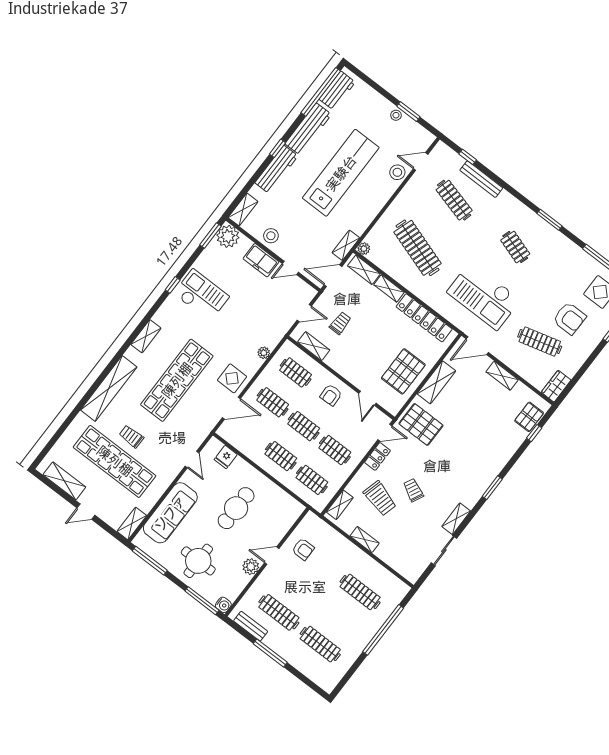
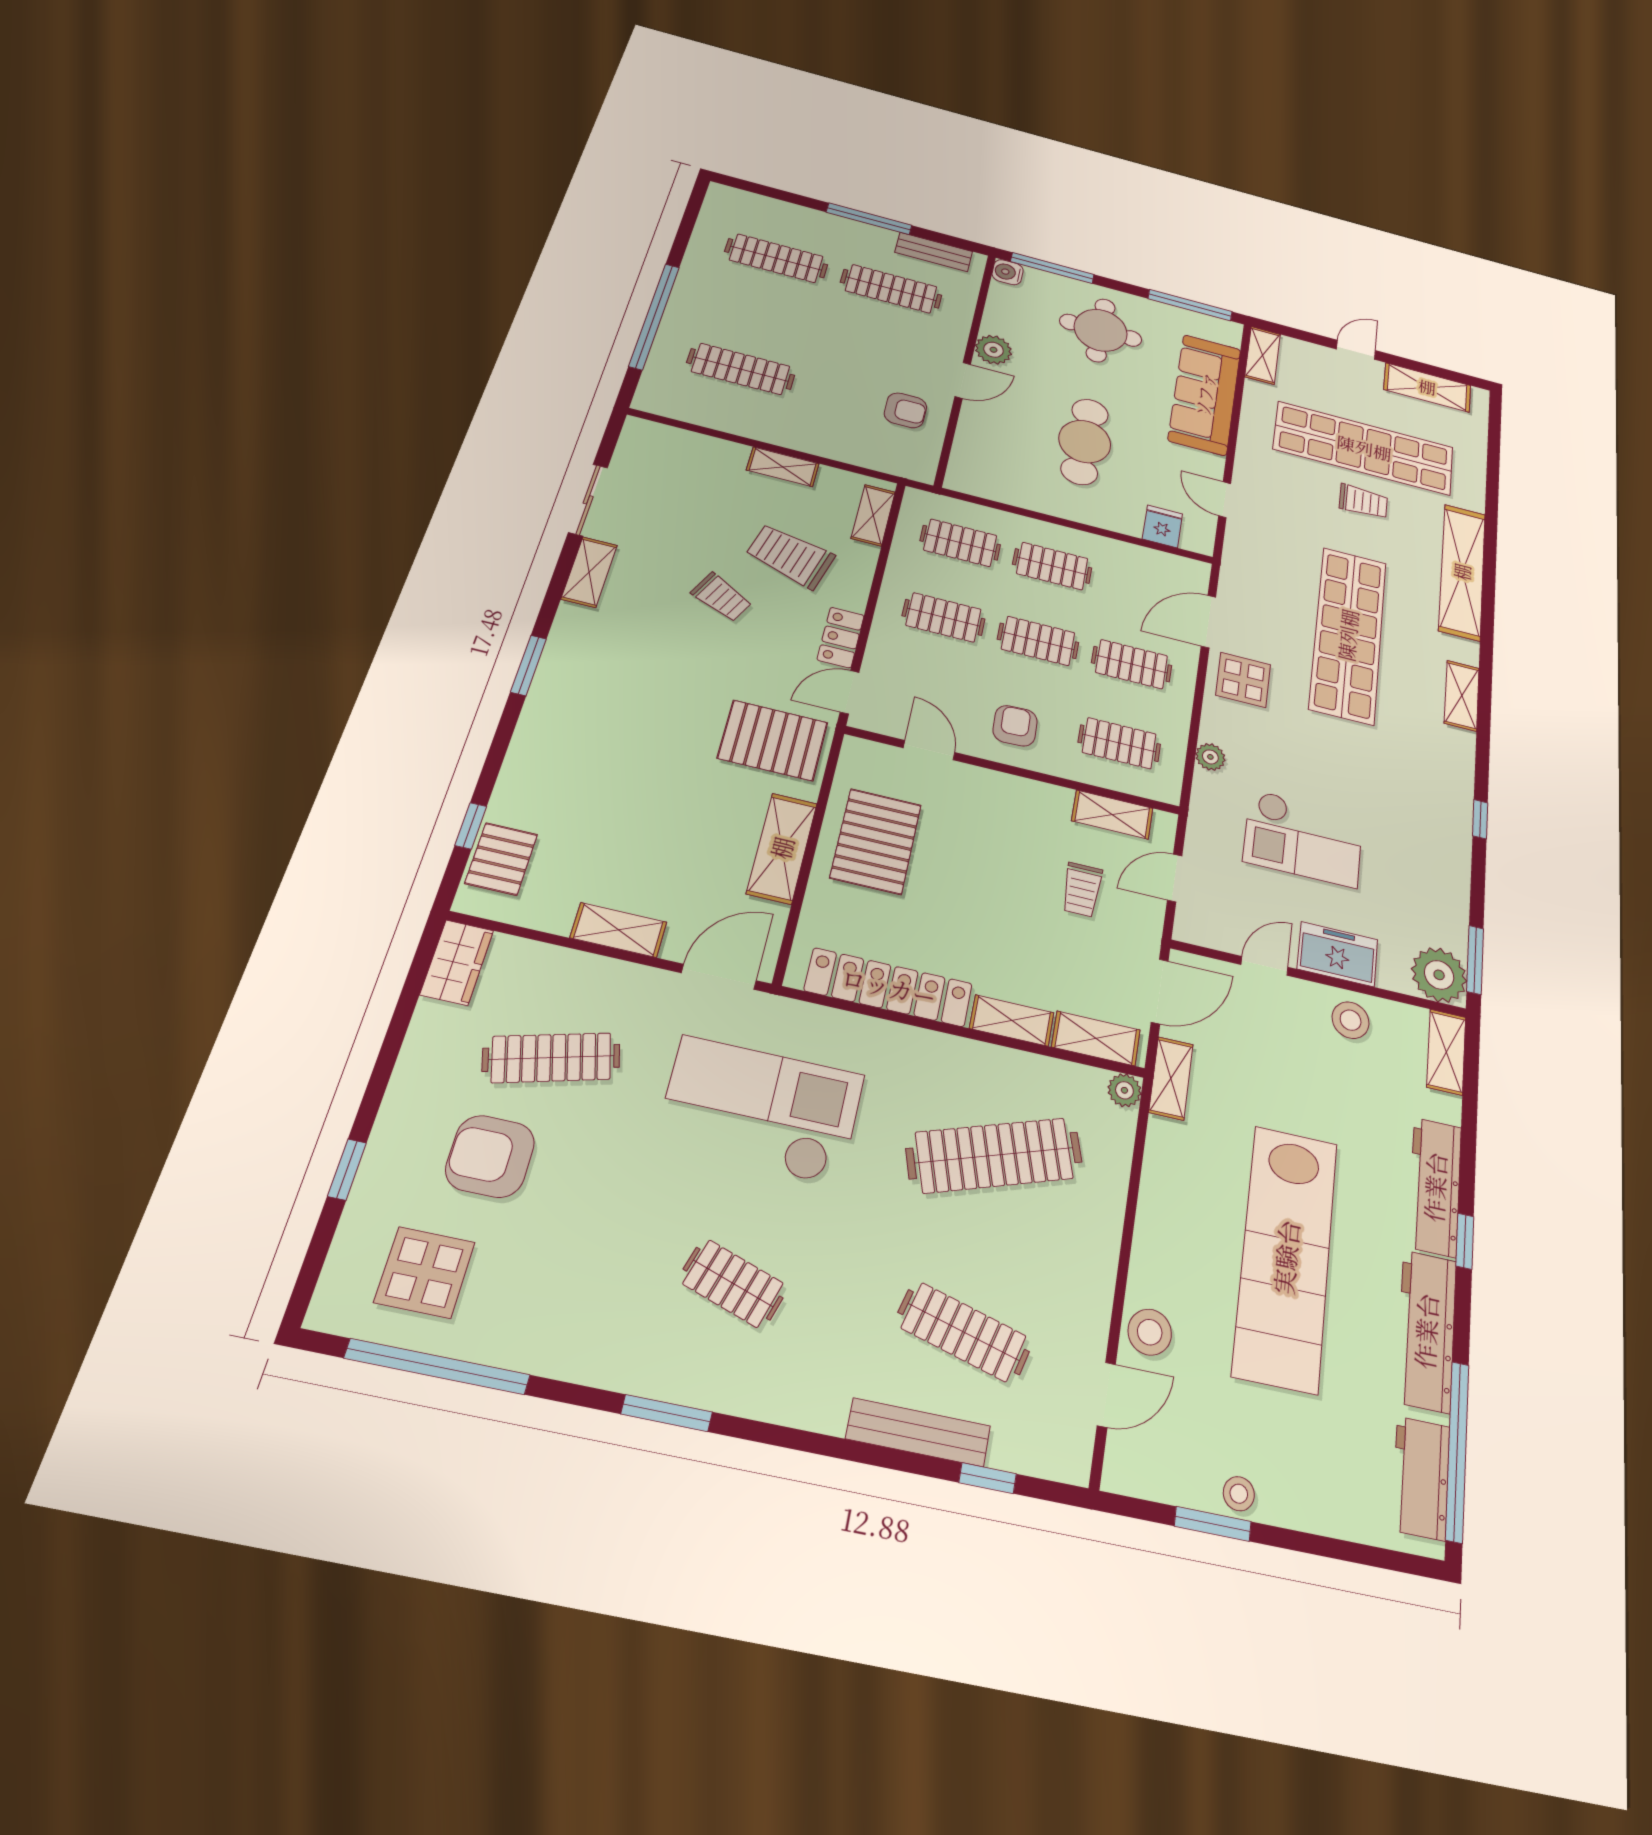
clothes rail: (418, 248) -> (994, 1155), turned -36
checkout: (201, 295) -> (1303, 838), moved
armchair: (303, 549) -> (905, 410), turned 180

